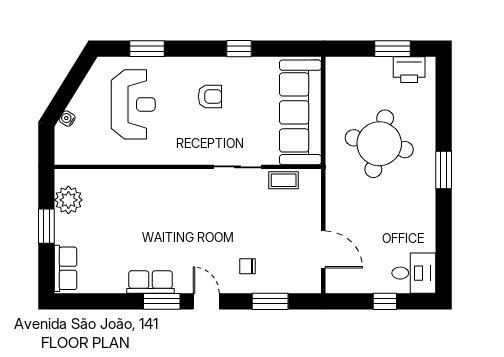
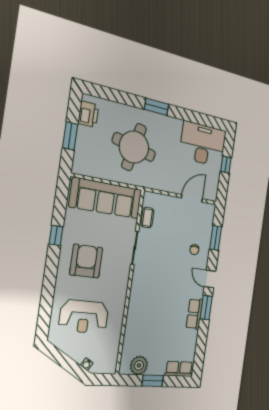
window: (147, 49) -> (46, 303), removed
window: (392, 49) -> (70, 136), moved
armchair: (210, 96) -> (86, 261), width x1.88, depth x1.88
reception desk: (133, 104) -> (84, 317), turned 180
desk: (414, 273) -> (203, 144), width x1.87, depth x1.30
door: (206, 301) -> (210, 279), hinge flipped

